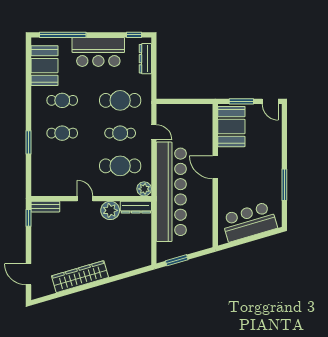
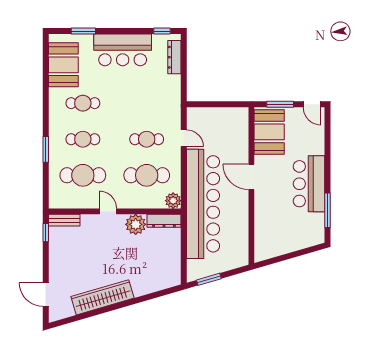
window: (63, 35) -> (83, 31), width x0.47
cafe table: (120, 100) -> (83, 175), moved
window: (284, 185) -> (328, 210), moved
bar counter: (249, 222) -> (309, 184), moved, turned -74

